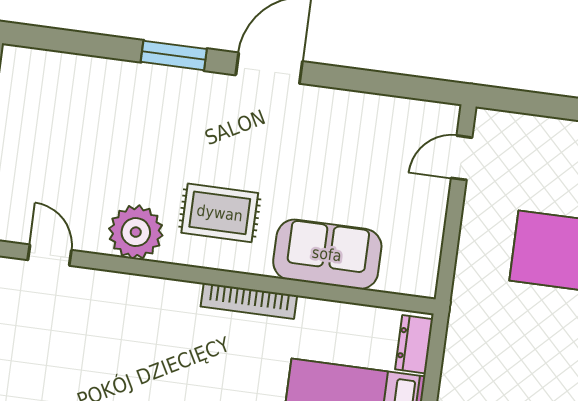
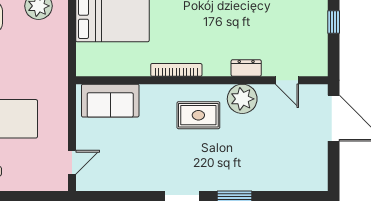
sofa: (327, 254) -> (110, 101), moved
dresser: (414, 344) -> (246, 68), moved, turned -90

